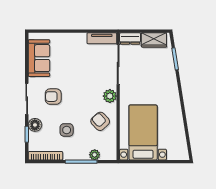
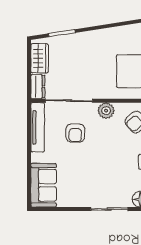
tv unit: (102, 38) -> (38, 127), width x1.41
sofa: (39, 58) -> (44, 185), moved, turned 90
armchair: (53, 97) -> (75, 133), moved

